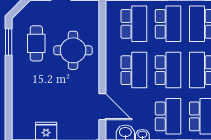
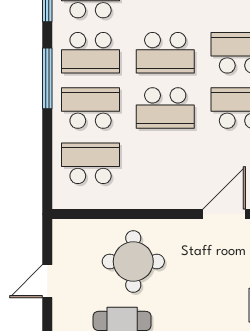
school desk: (134, 70) -> (165, 163), removed
school desk: (168, 70) -> (165, 108), turned 180

